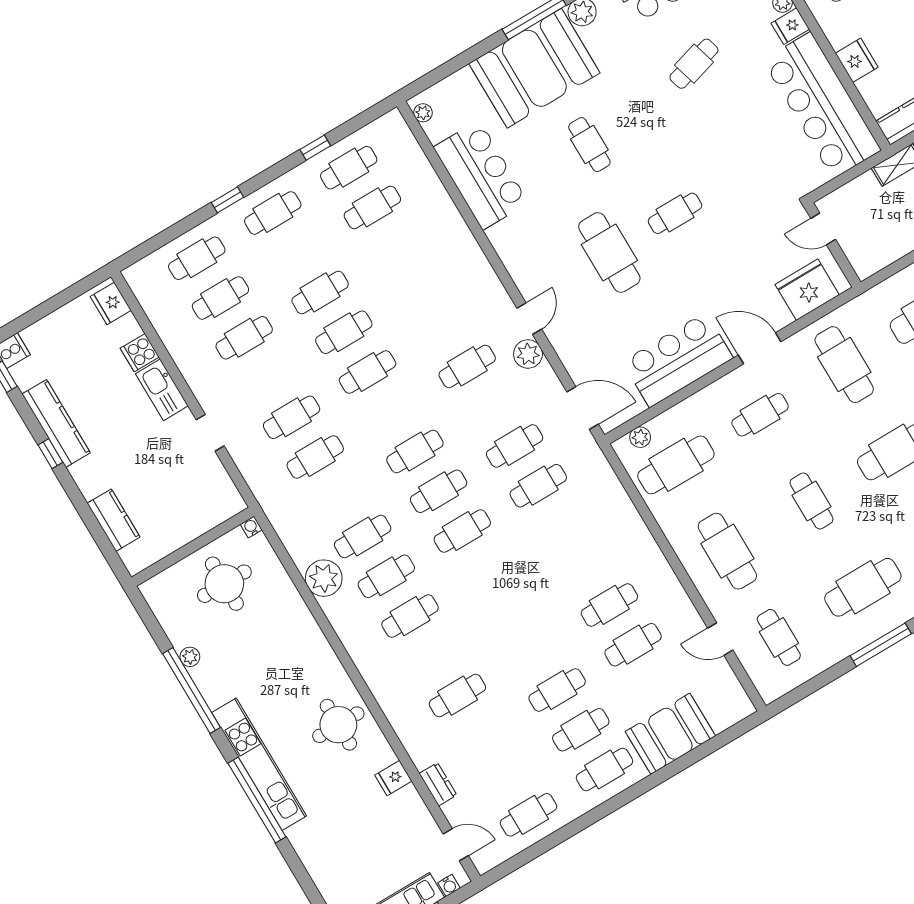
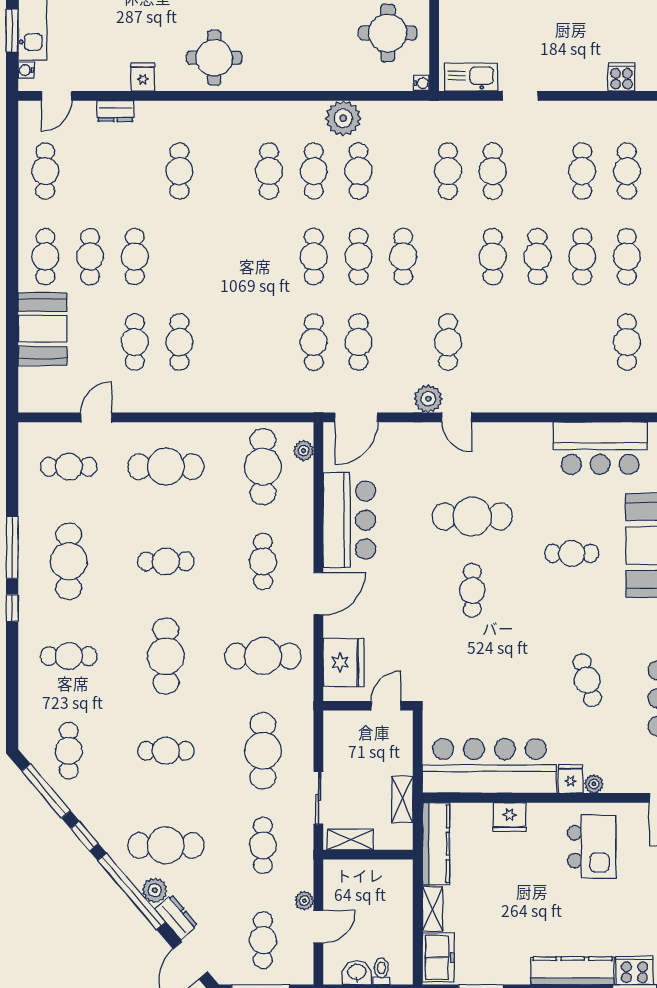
cafe table: (296, 253) -> (627, 257), added
kitchen sink: (162, 390) -> (471, 77), moved

